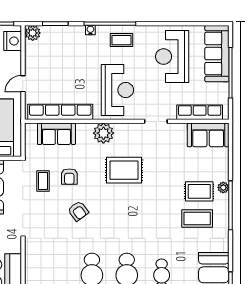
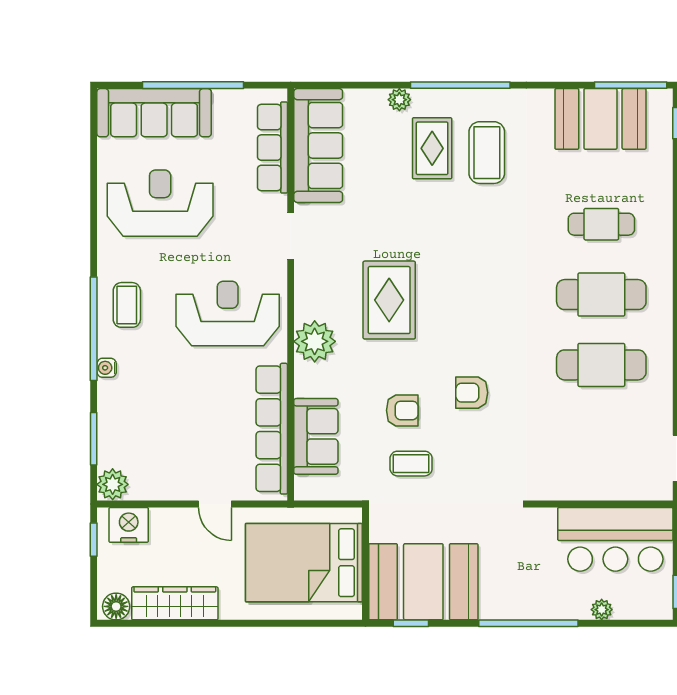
reception desk: (172, 57) -> (160, 203), turned 180
sofa: (208, 135) -> (318, 146), width x1.36
plant: (223, 188) -> (399, 100), moved
armchair: (78, 211) -> (472, 393), turned -143

